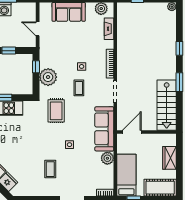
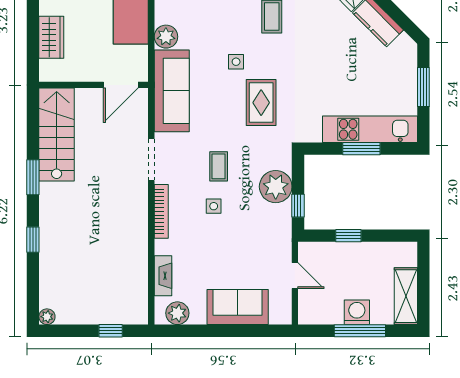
rug: (56, 111) -> (261, 103), moved

